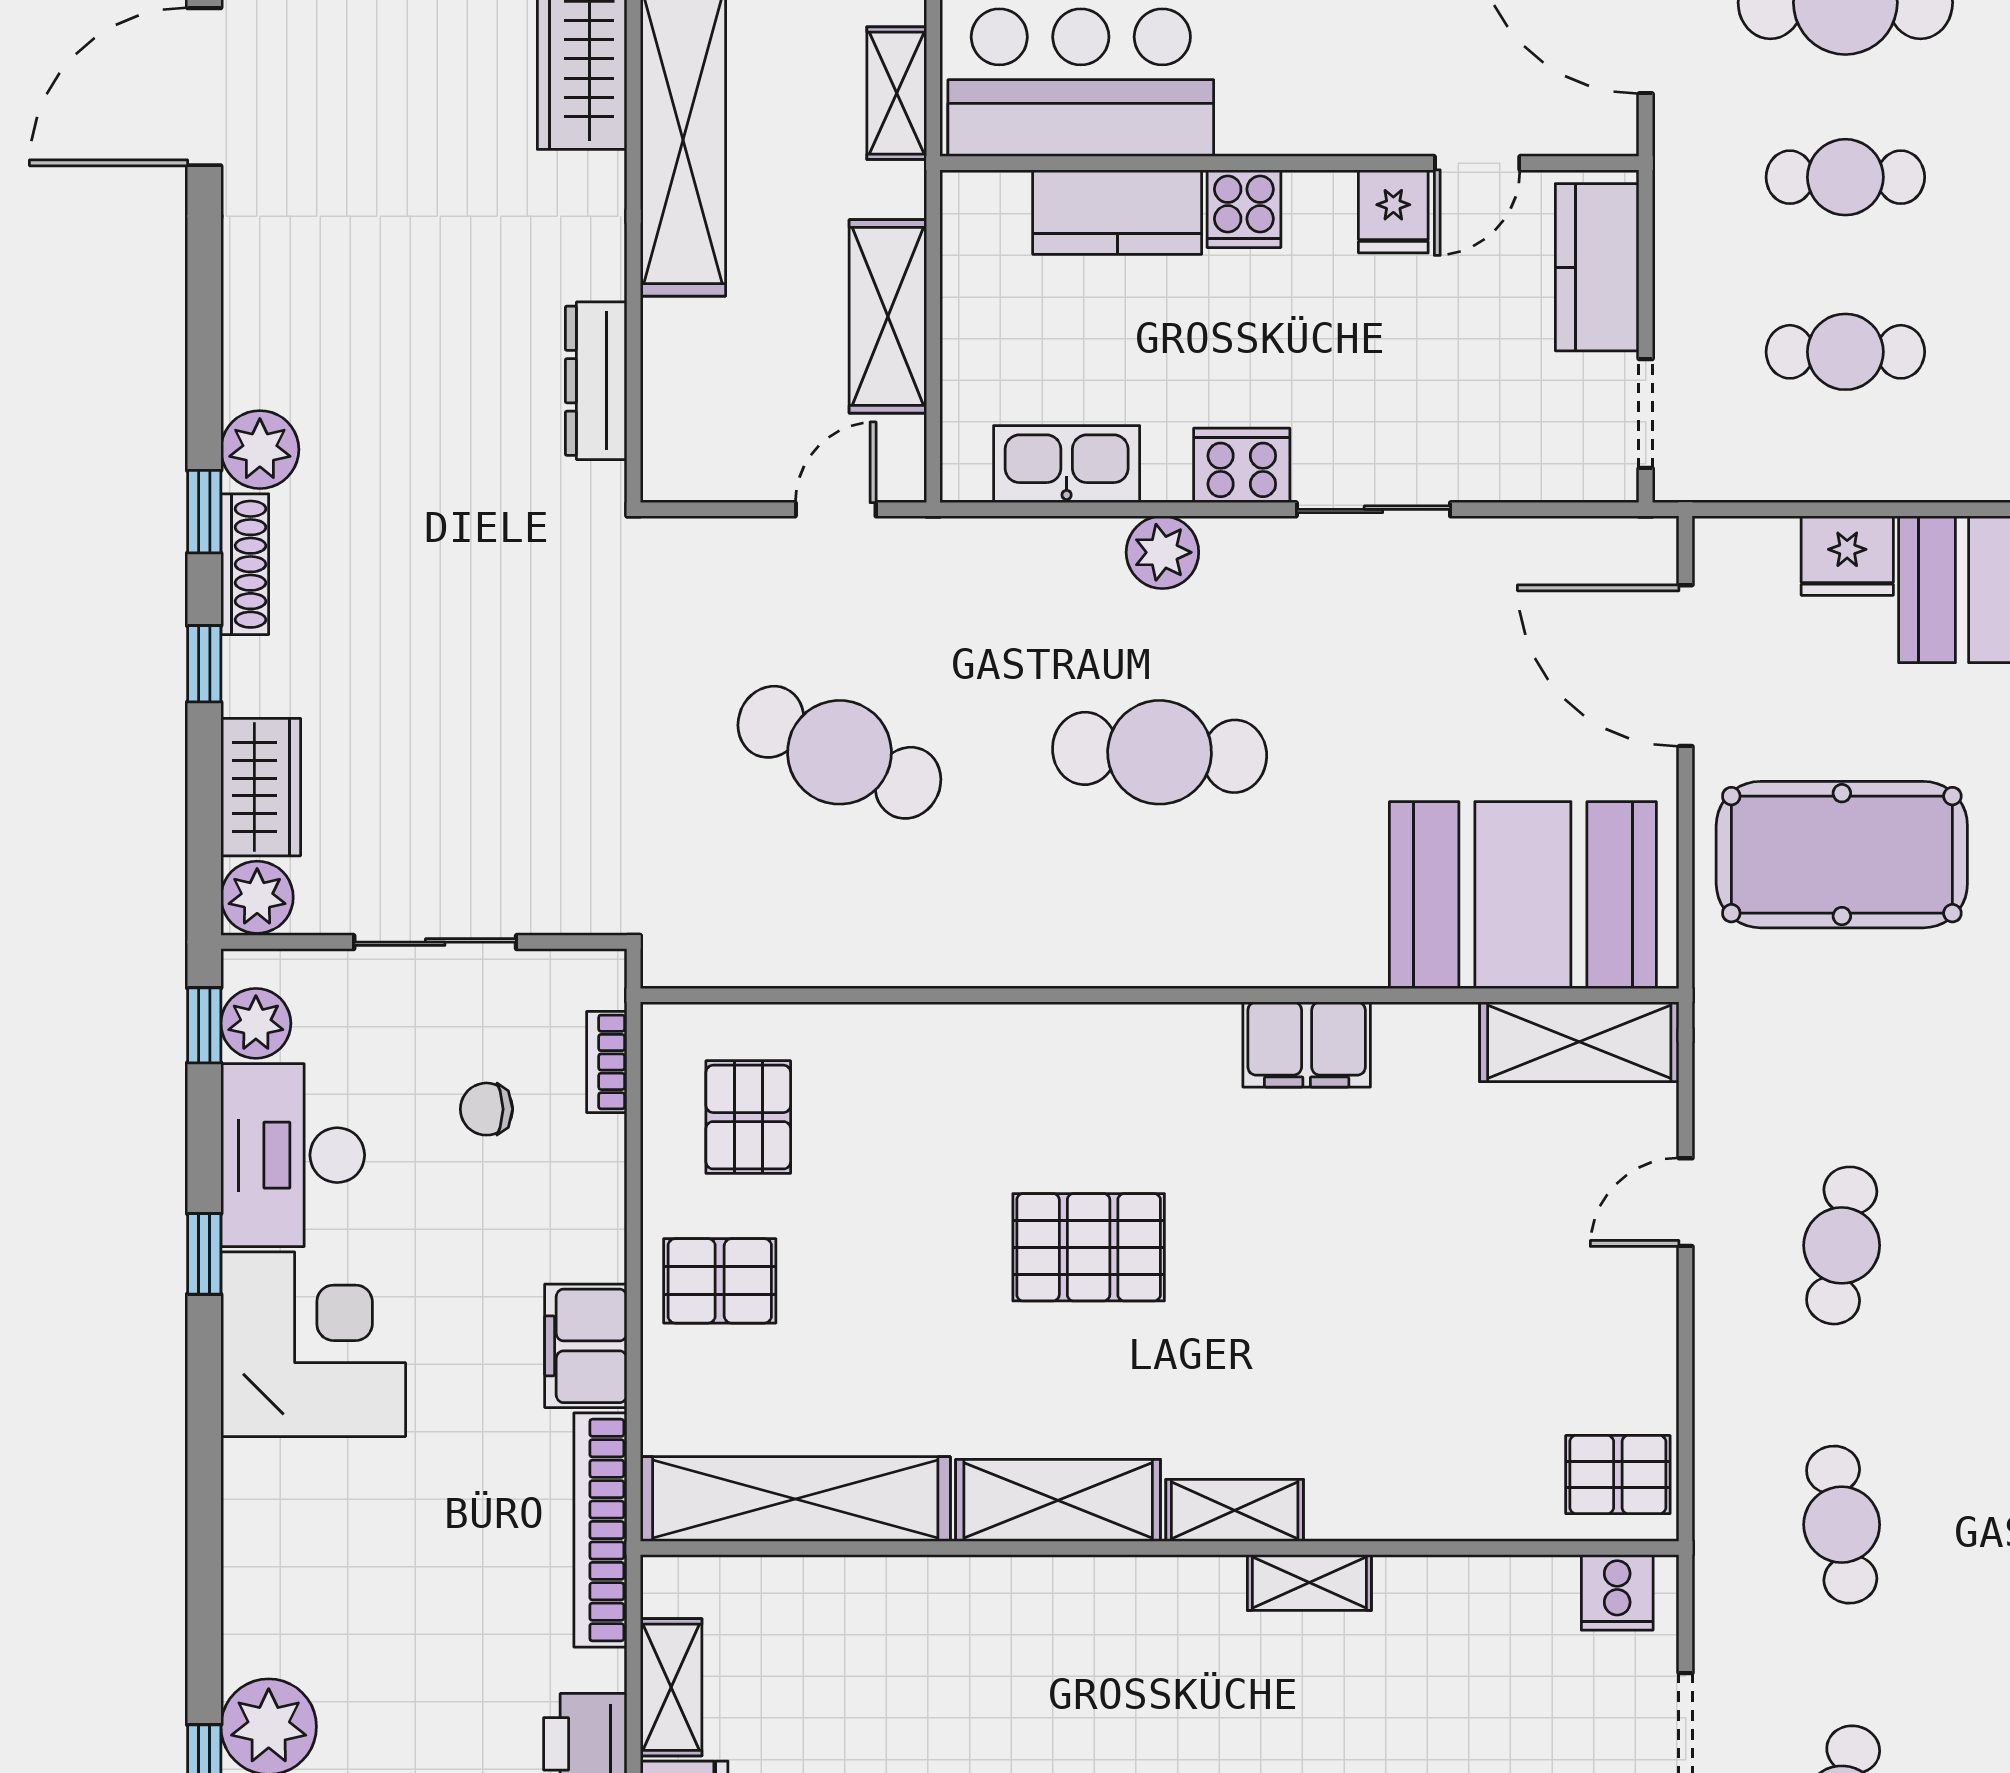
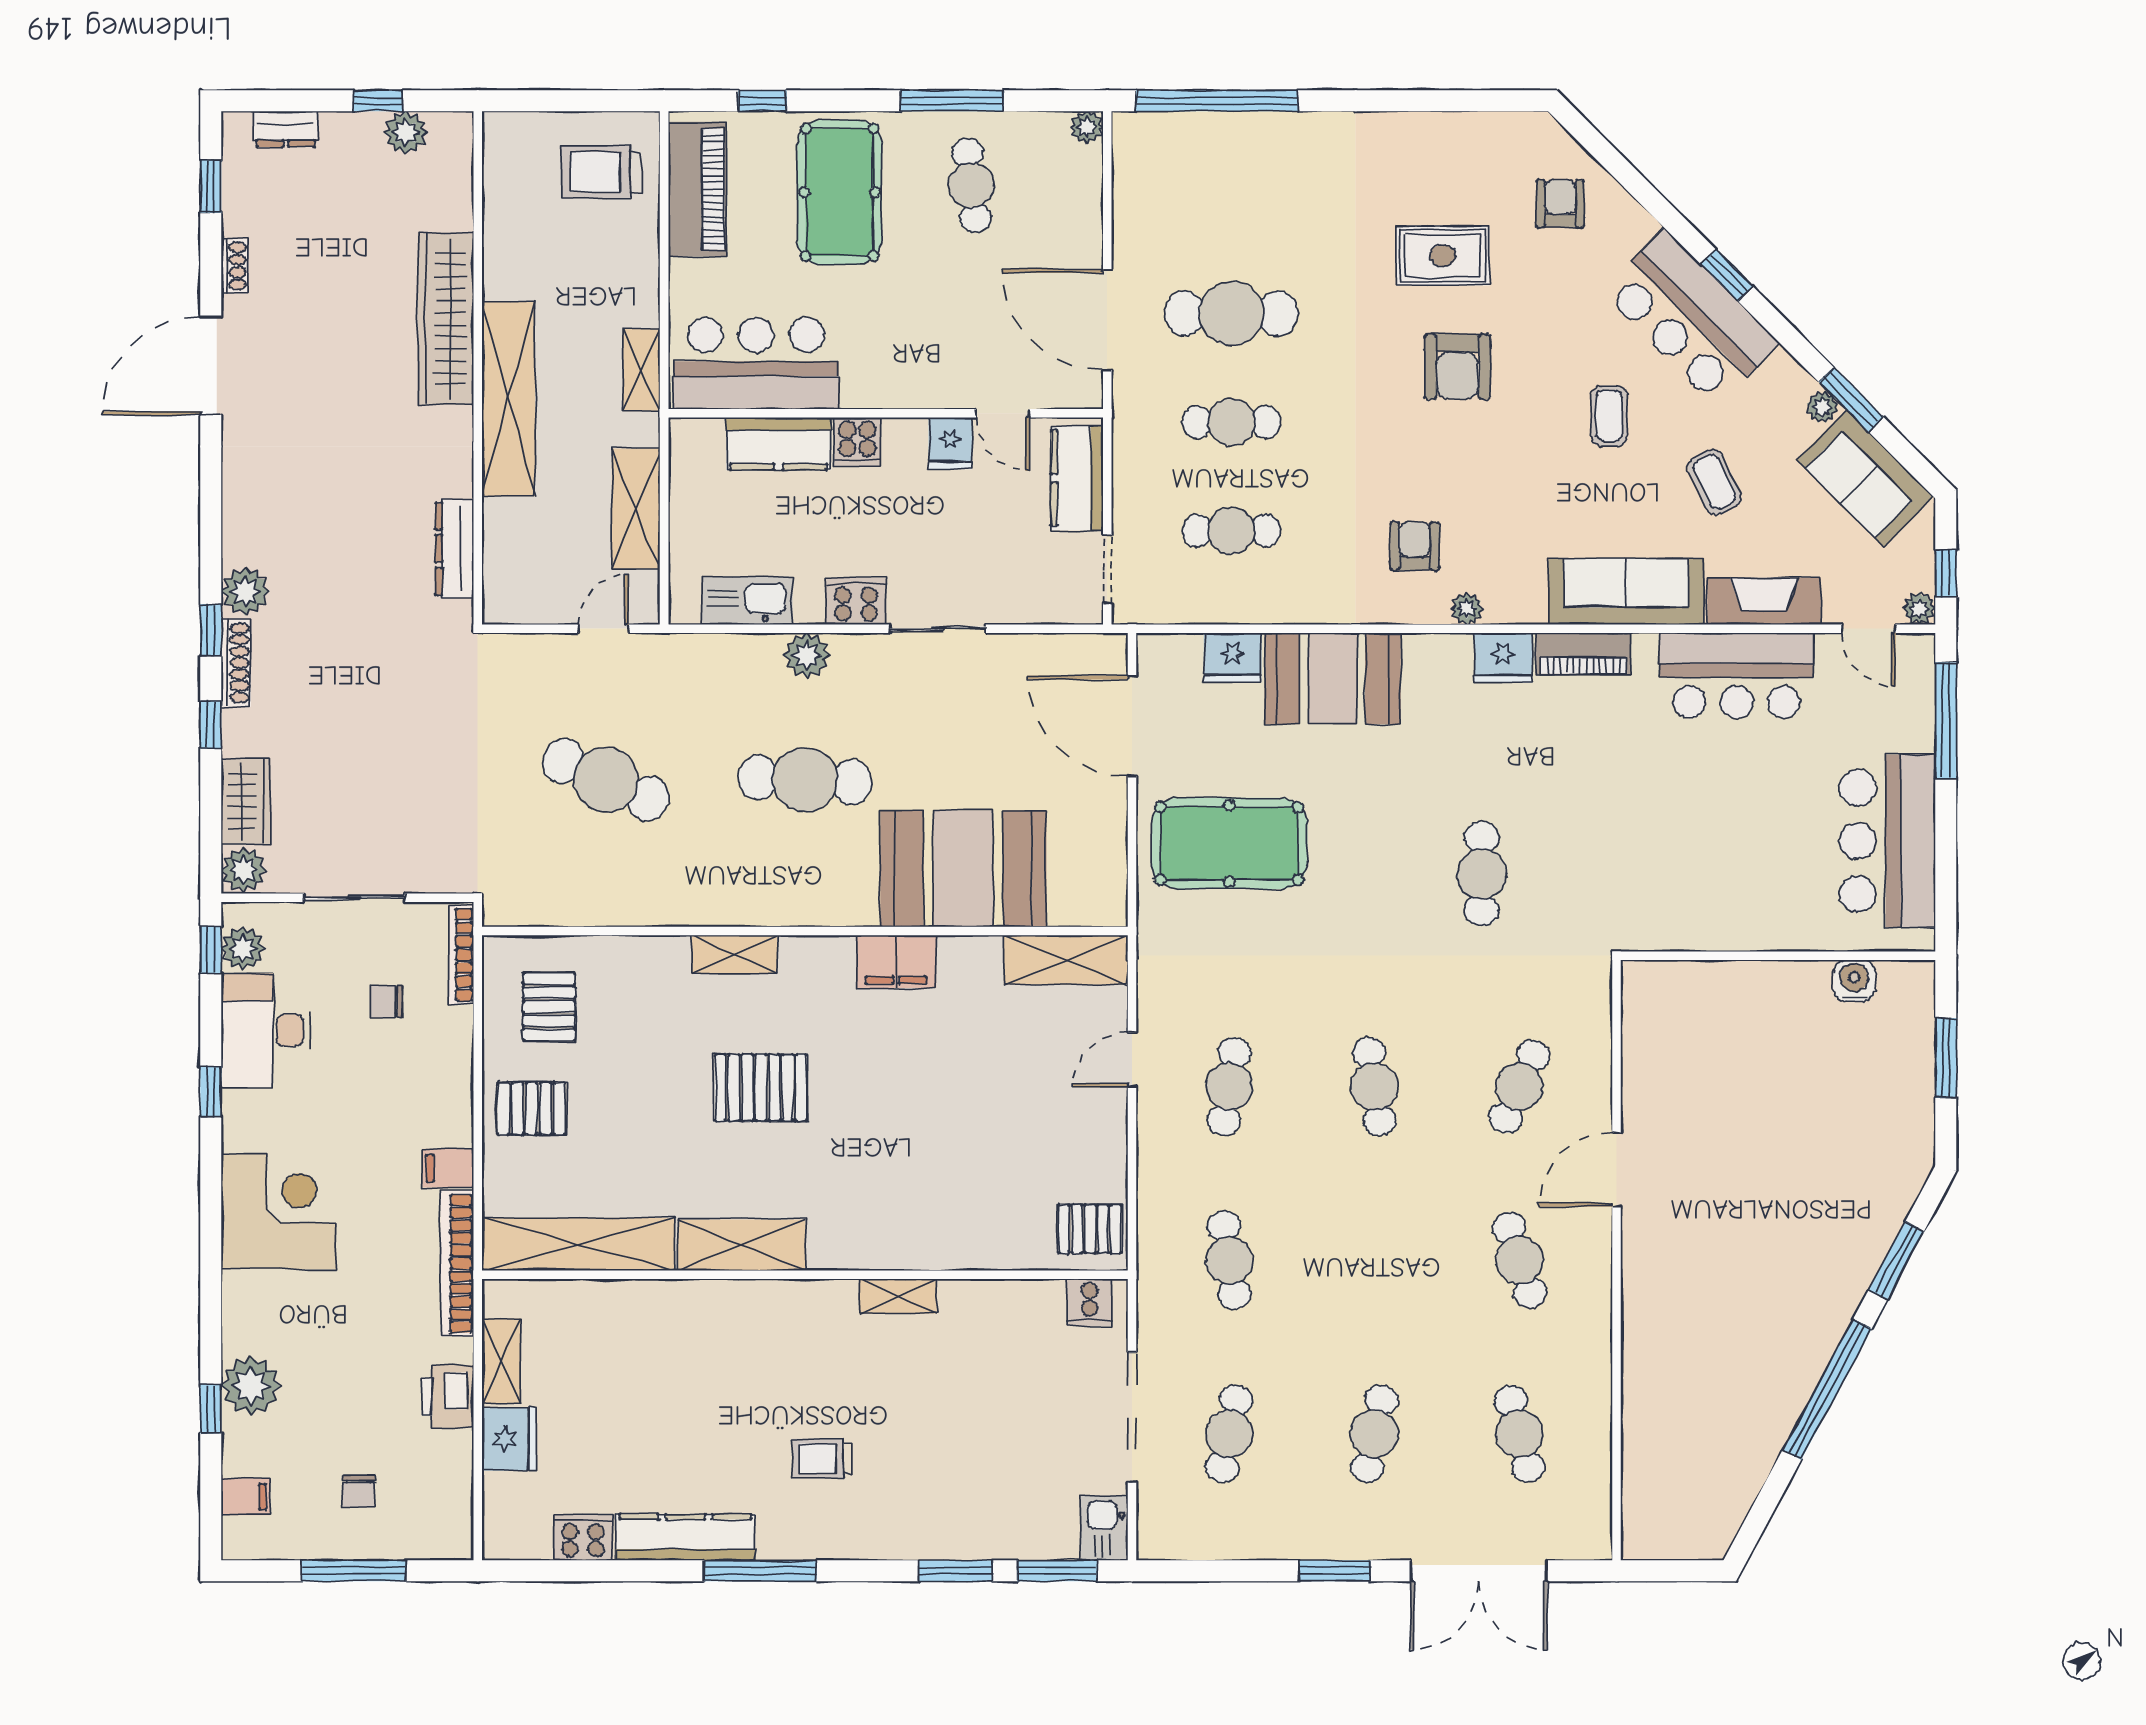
door: (1477, 163) -> (1002, 413), hinge flipped
booth: (1523, 895) -> (963, 869), moved
bookcase: (607, 1062) -> (461, 955), width x1.56
corner desk: (313, 1344) -> (278, 1211), moved
filing cabinet: (586, 1346) -> (448, 1168), width x0.50
shelving: (1235, 1510) -> (734, 954), moved

